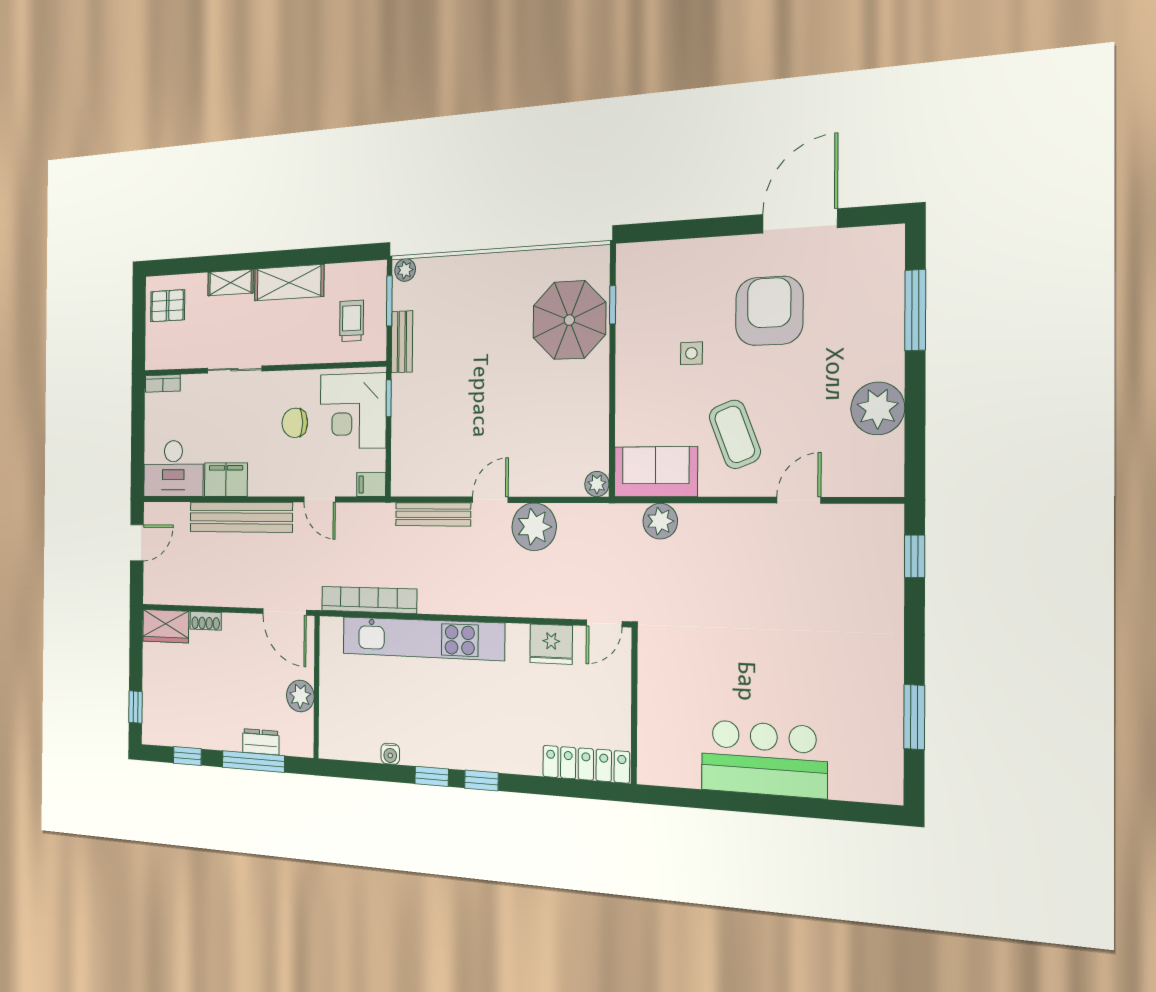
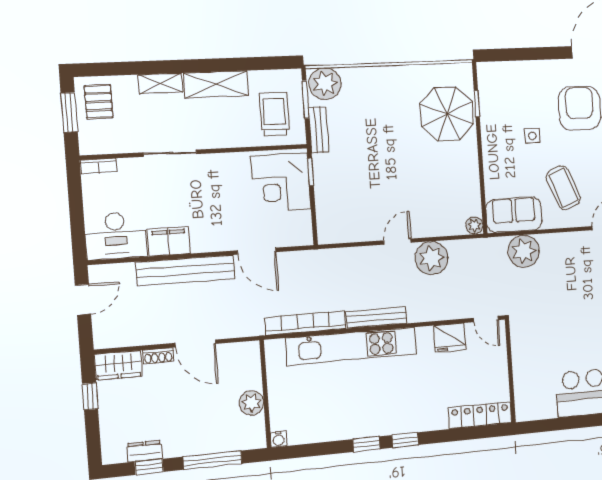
plant: (405, 270) -> (325, 84), width x1.88, depth x1.88
pallet: (168, 306) -> (99, 102), turned 90
window: (139, 319) -> (69, 112), added
trolley: (352, 321) -> (274, 114), width x1.36, depth x1.39
chair: (295, 423) -> (230, 193), removed
filing cabinet: (371, 484) -> (301, 237), removed
door: (320, 499) -> (257, 251), width x1.38
bench: (433, 514) -> (377, 318), moved
plant: (660, 521) -> (524, 251), width x1.36, depth x1.36
door: (284, 612) -> (195, 343), moved
door: (604, 623) -> (486, 319), hinge flipped
window: (135, 707) -> (90, 396), moved
dresser: (261, 742) -> (145, 451), moved
water cooler: (390, 754) -> (278, 439), moved

